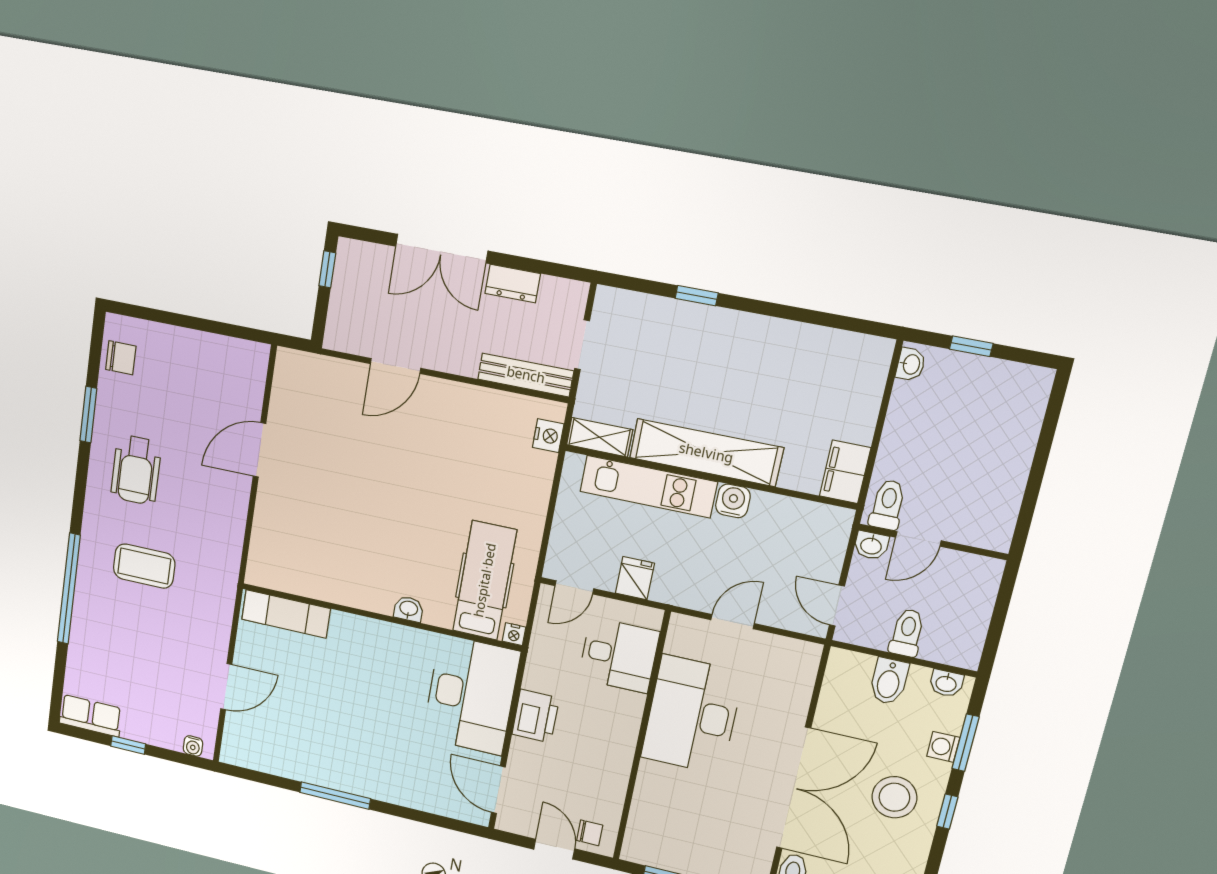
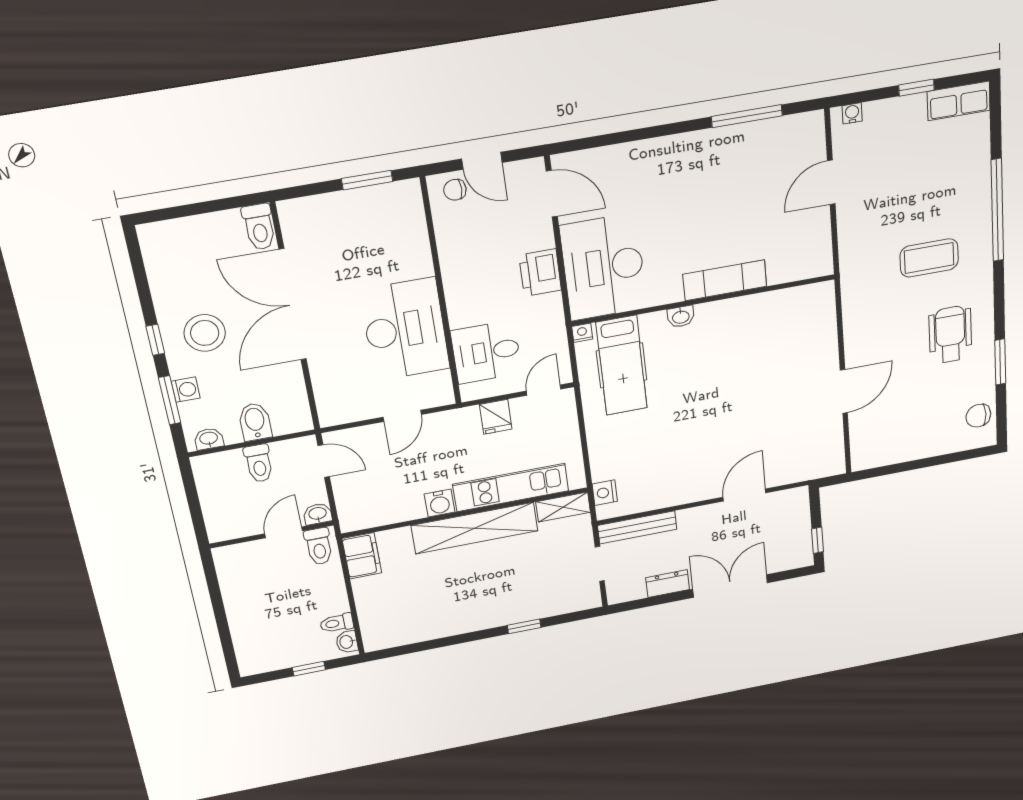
toilet: (911, 395) -> (337, 623), added
exam couch: (286, 614) -> (725, 280), moved
window: (335, 796) -> (747, 116), moved

